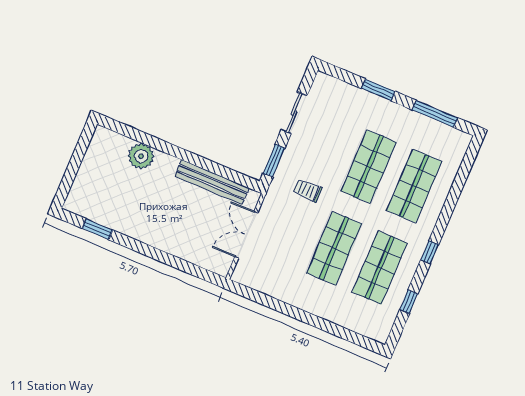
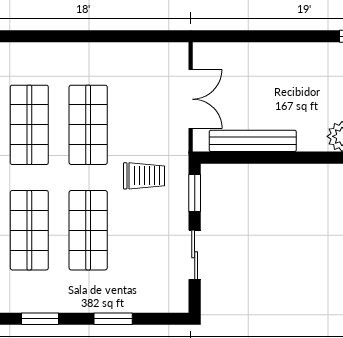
window: (435, 114) -> (40, 319), width x0.69
trolley: (308, 190) -> (144, 176), width x1.36, depth x1.39

